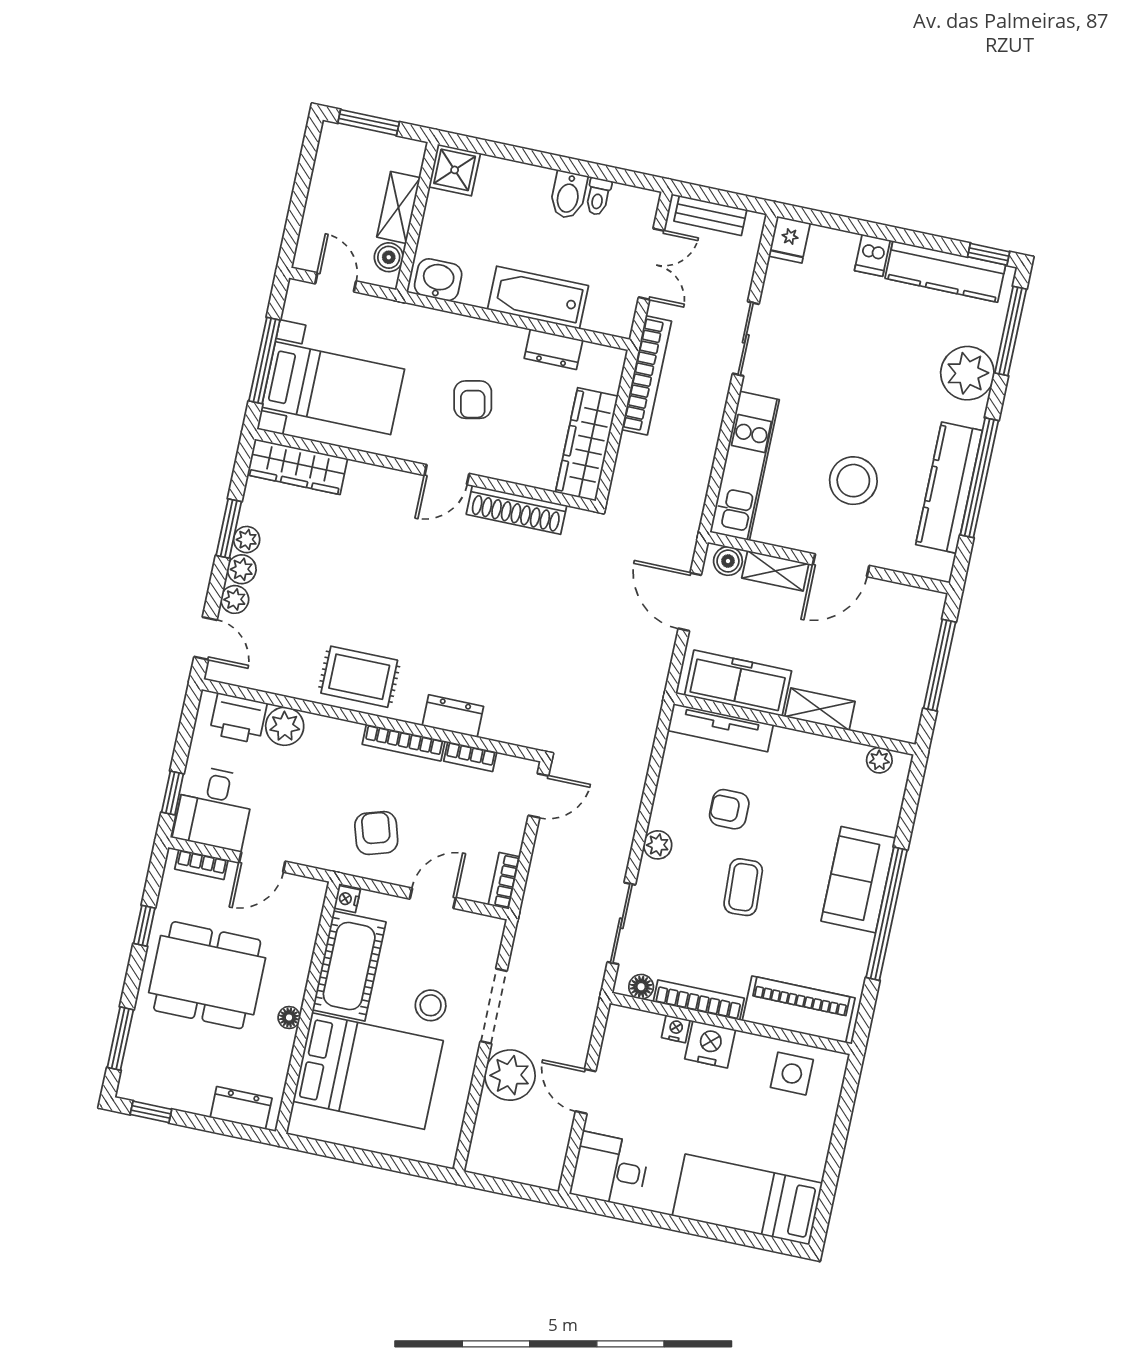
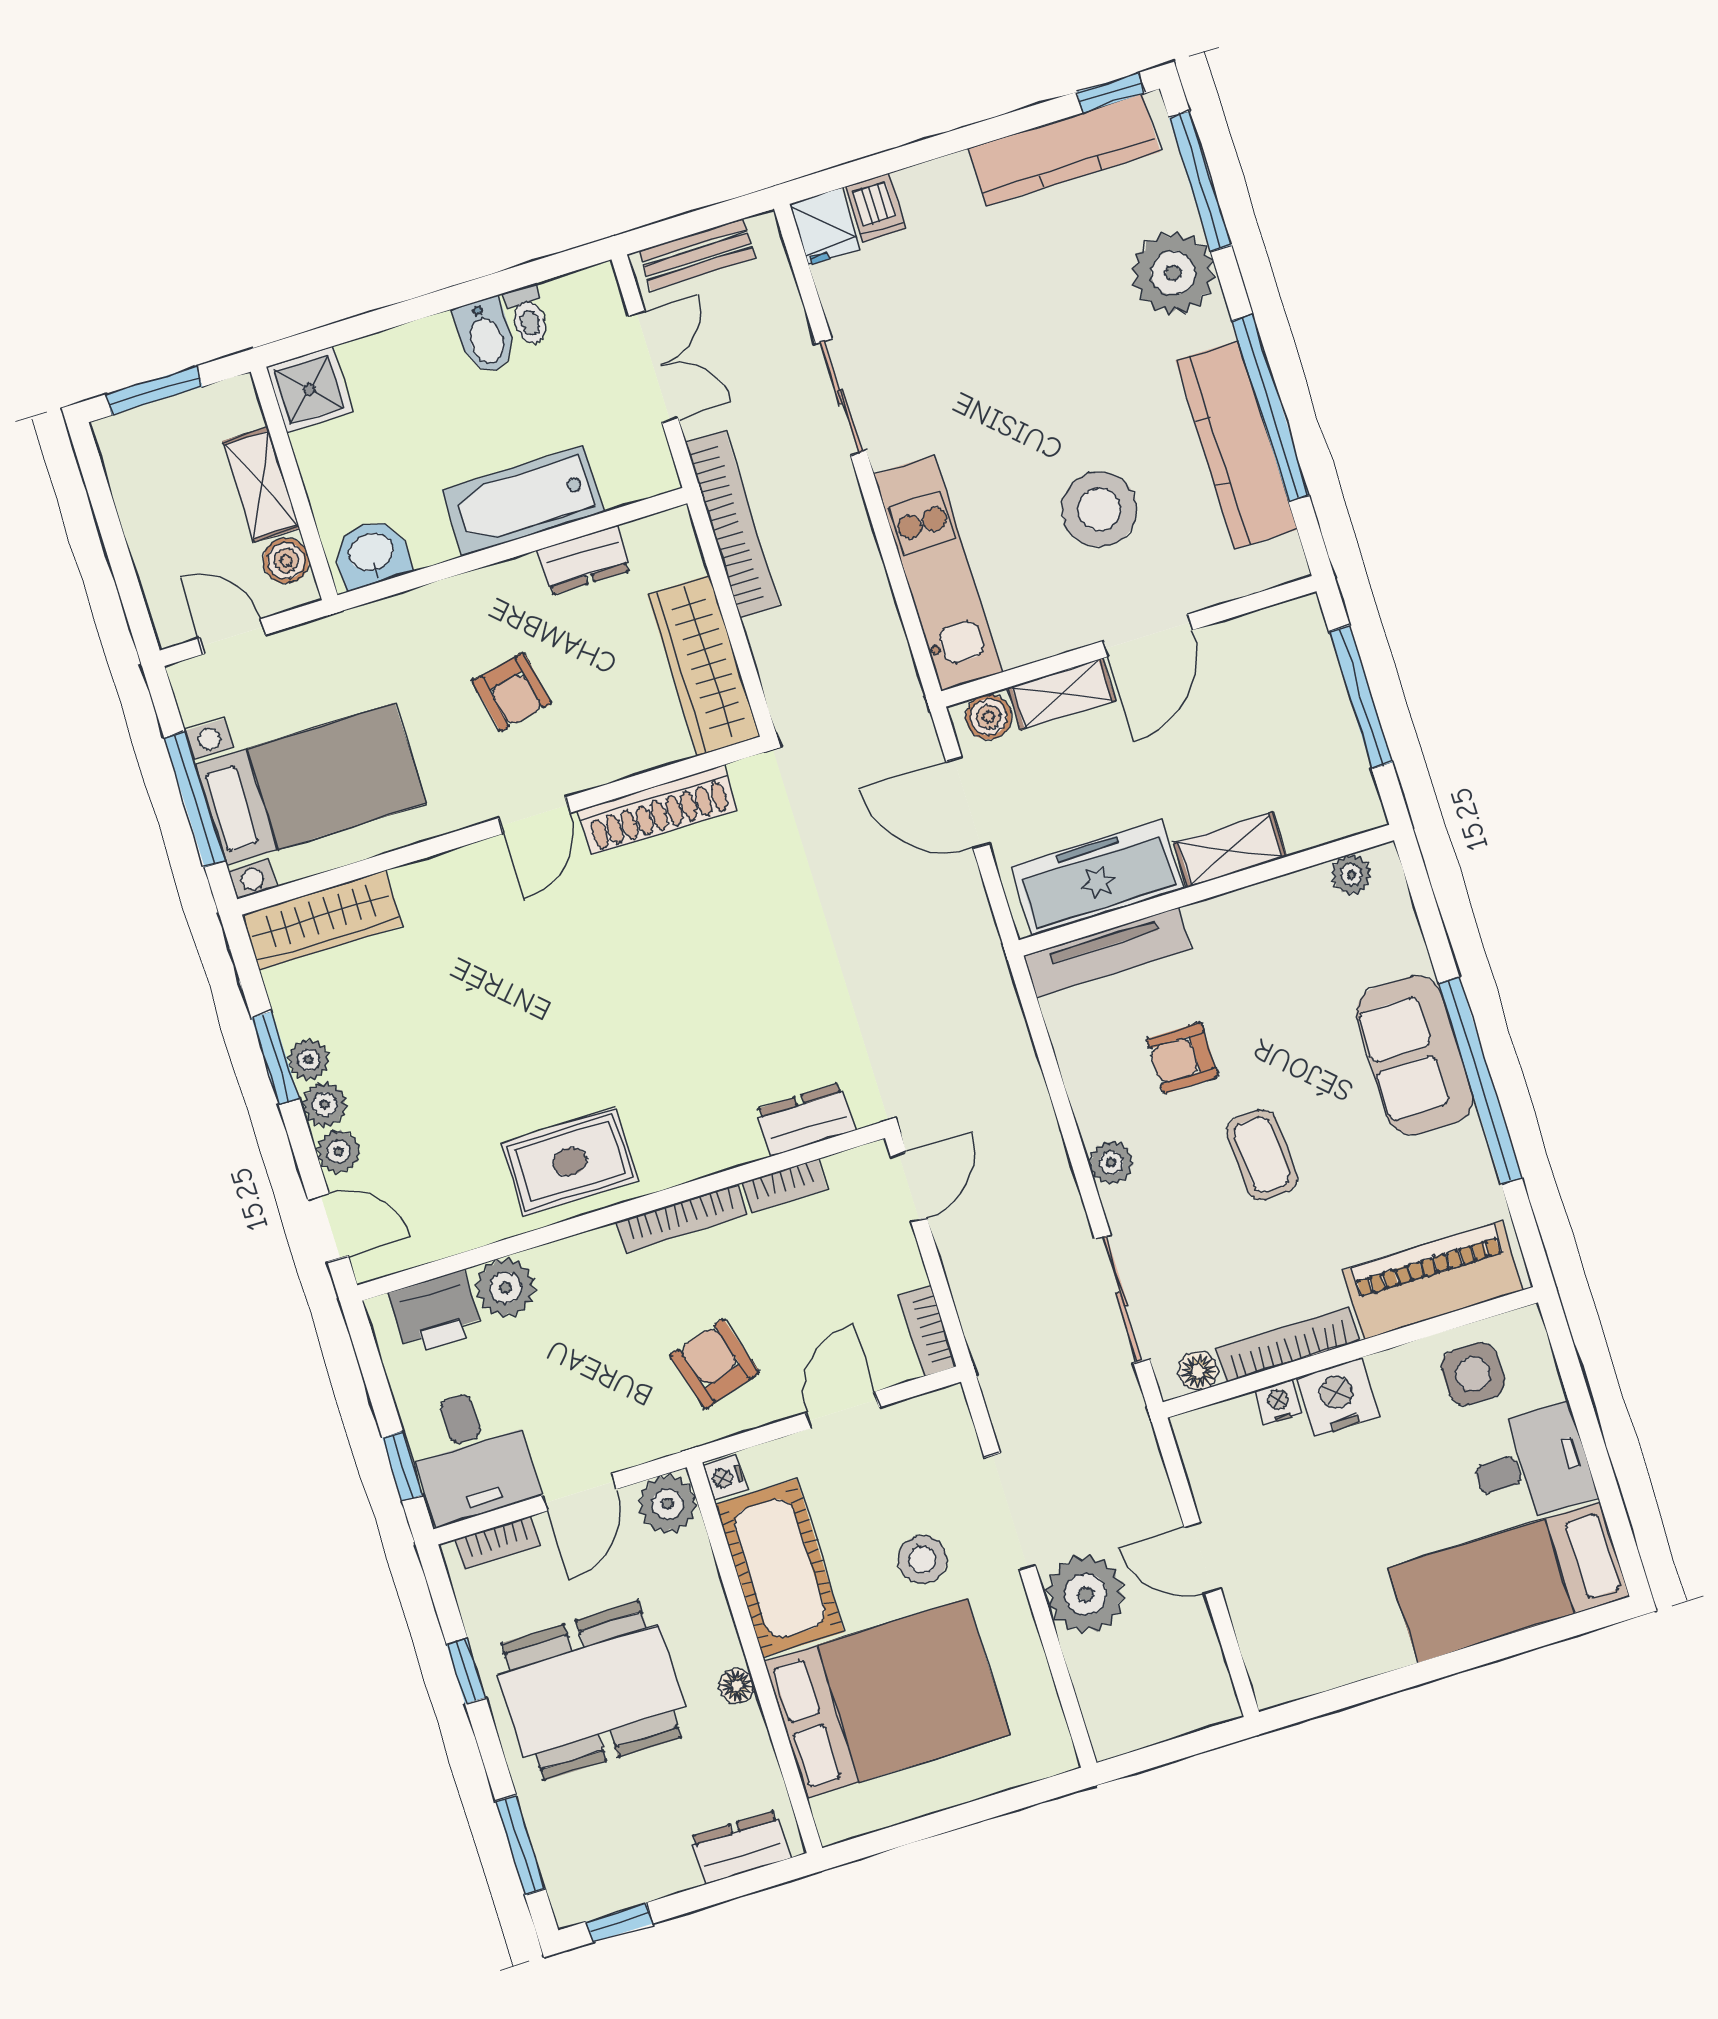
dishwasher: (872, 255) -> (875, 208), moved
dresser: (453, 716) -> (805, 1120), moved
plant: (307, 896) -> (667, 1504), added
desk: (610, 1170) -> (1531, 1465), moved, turned 180

